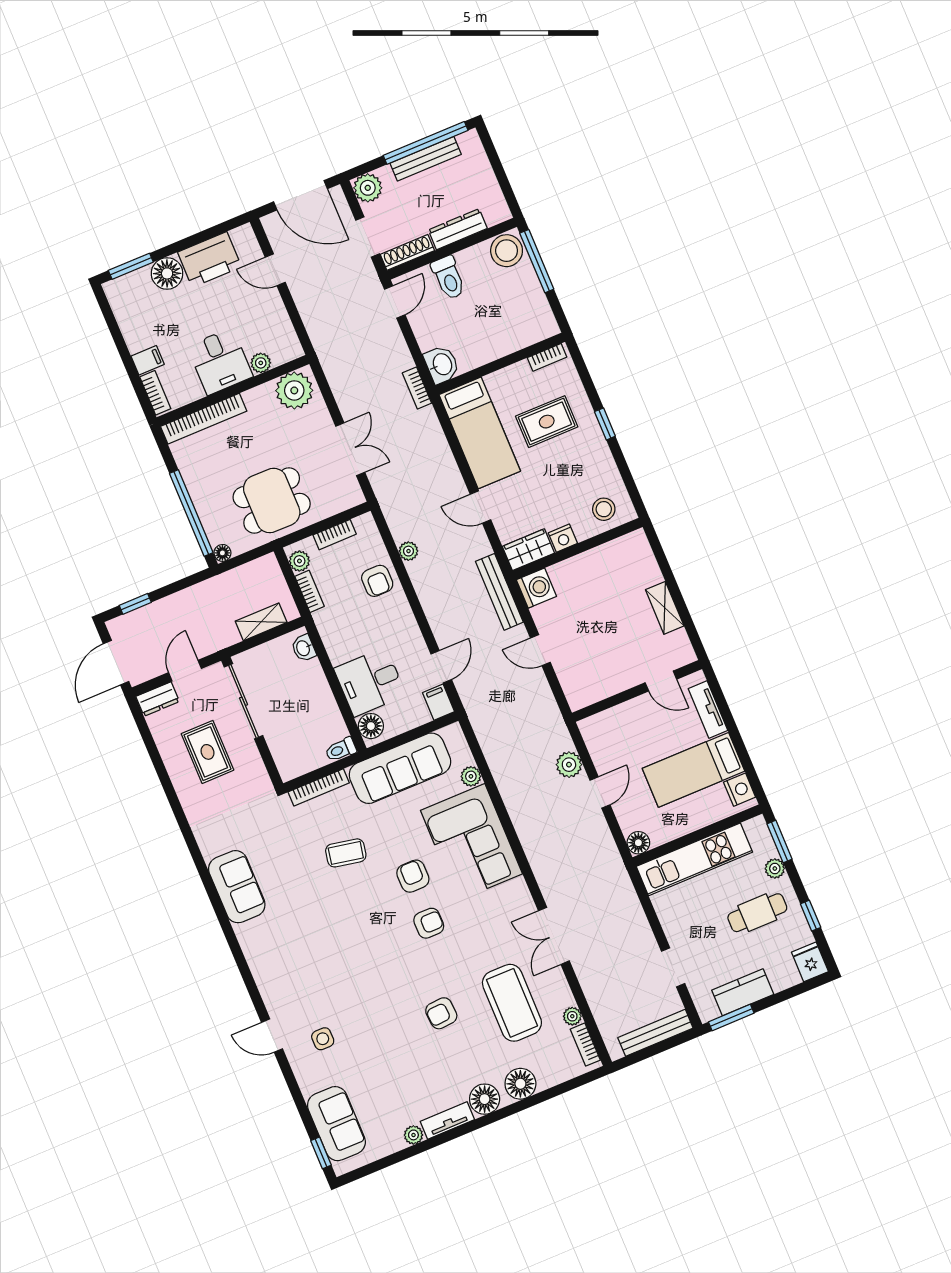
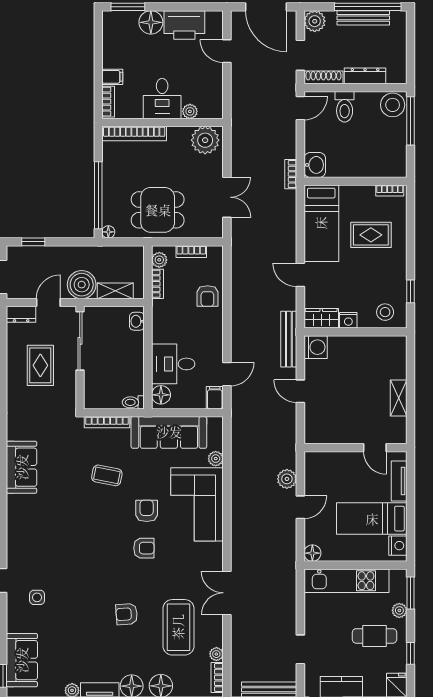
window: (605, 424) -> (411, 291), moved
plant: (408, 551) -> (238, 285), removed
boiler: (217, 631) -> (82, 285), added

